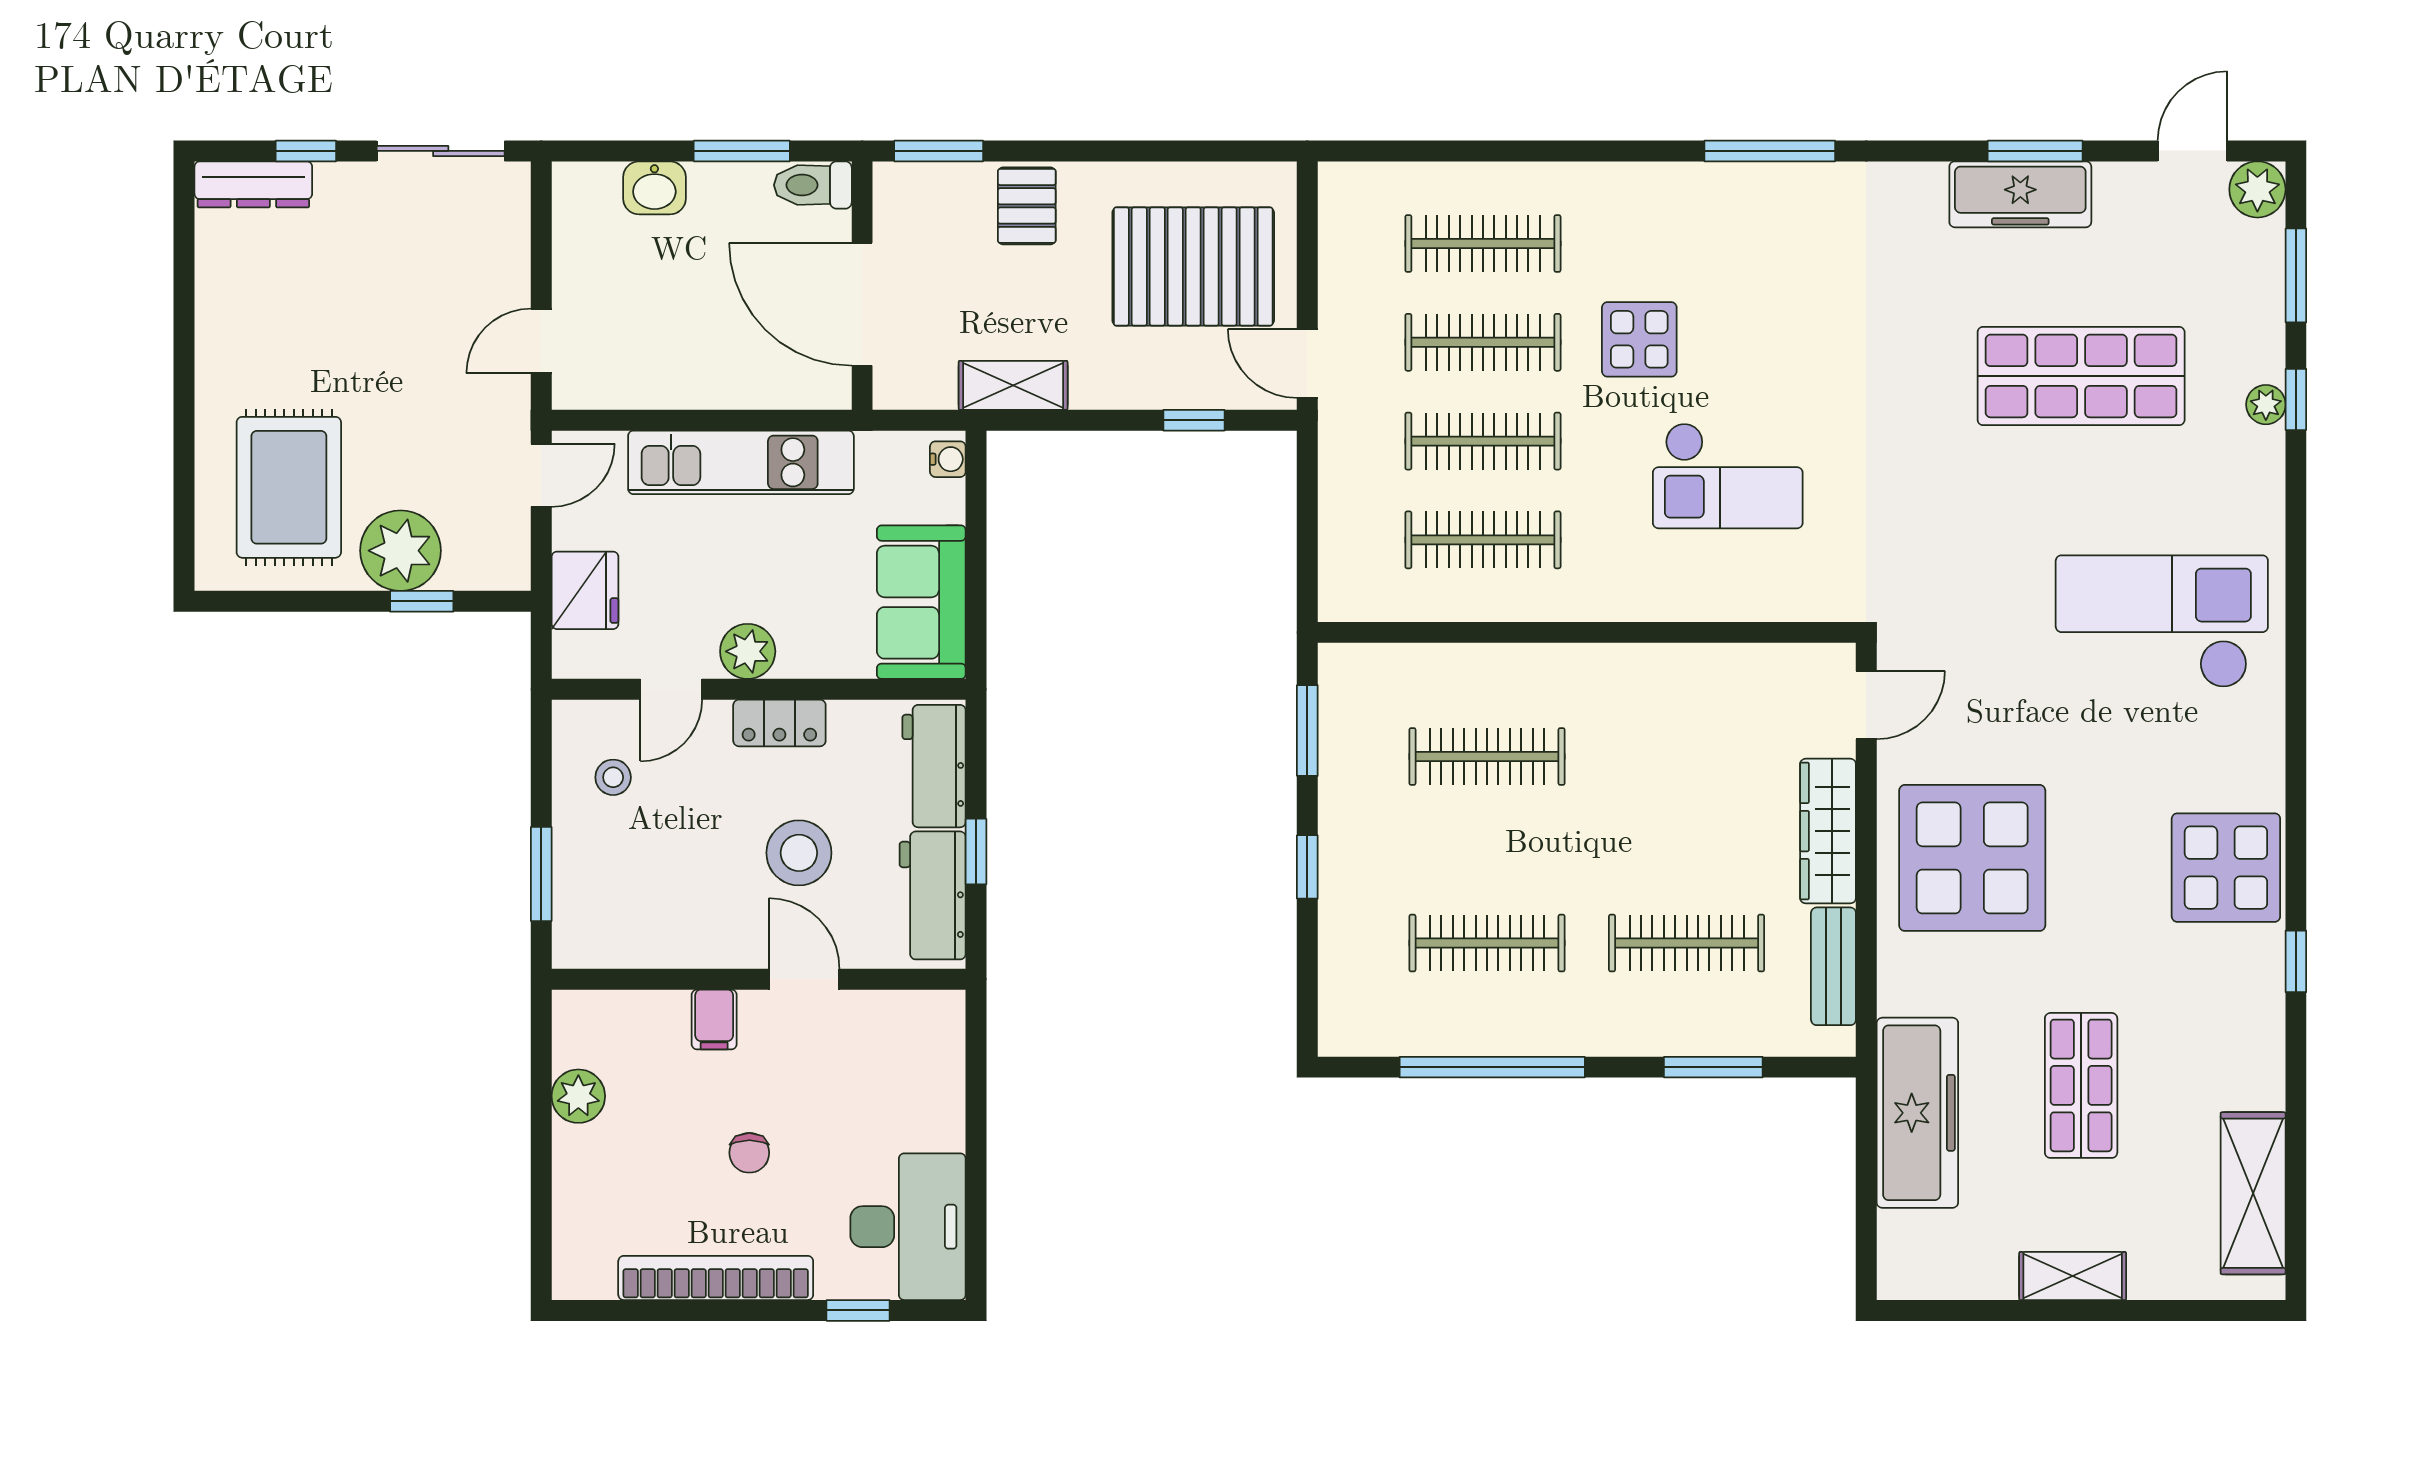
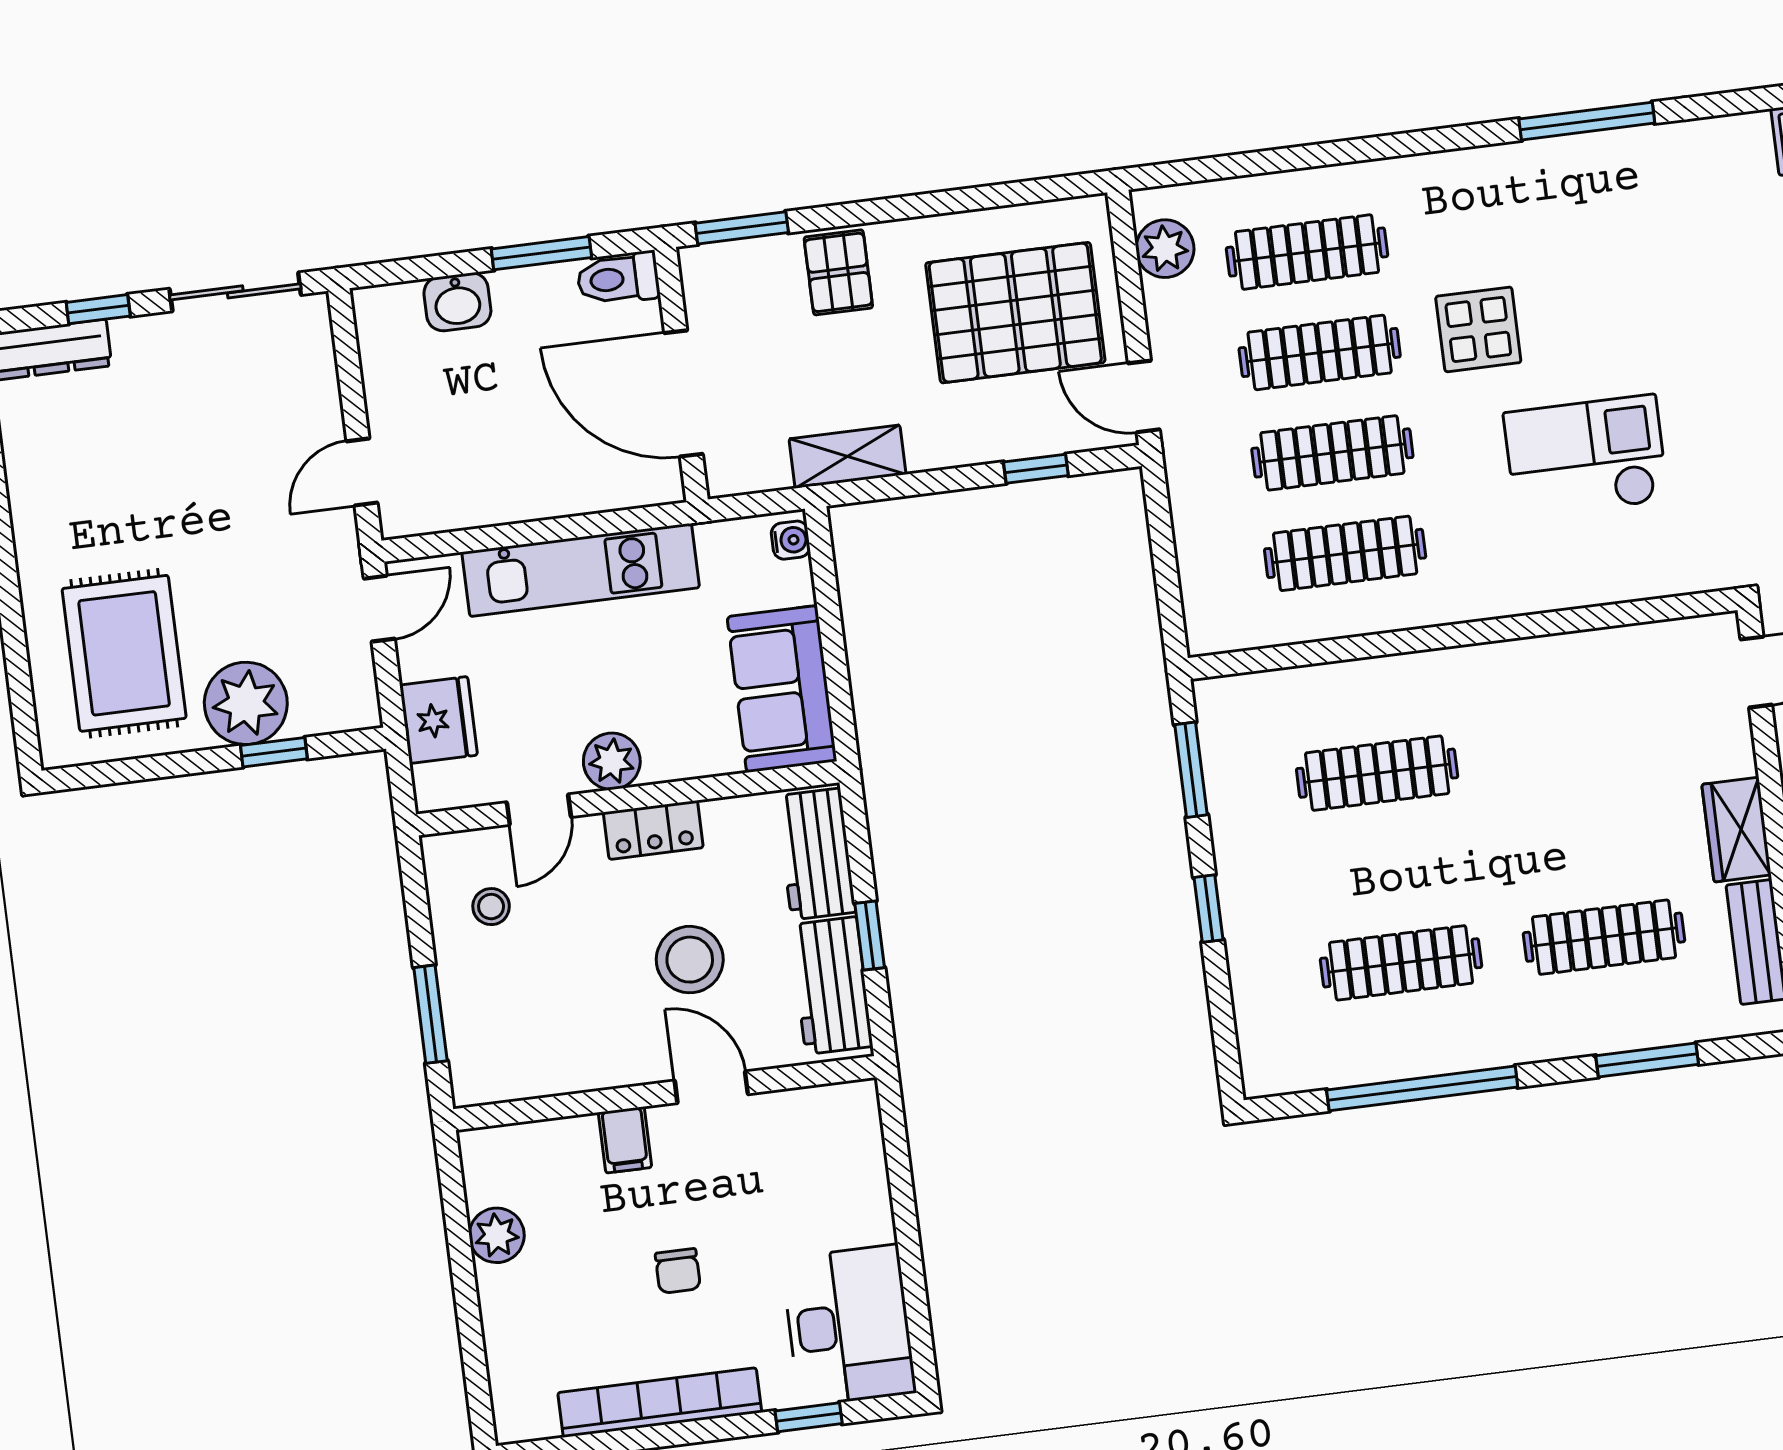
plant: (1346, 223) -> (1165, 249), added
checkout: (1728, 476) -> (1586, 457), turned 180
wardrobe: (1828, 831) -> (1736, 830), width x0.67

